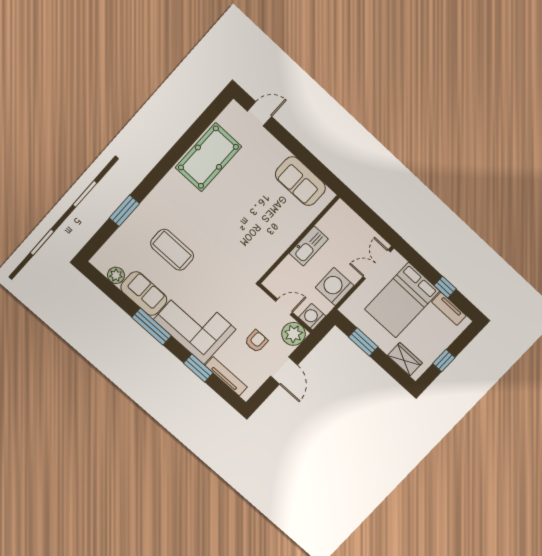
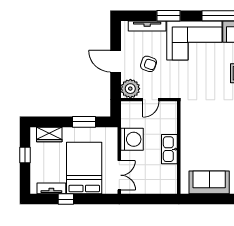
washing machine: (312, 317) -> (129, 109), removed
armchair: (256, 341) -> (148, 64), turned -71

